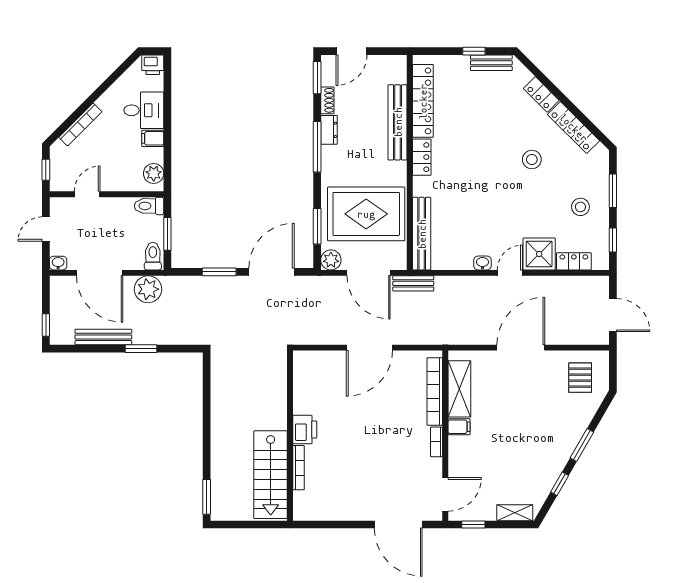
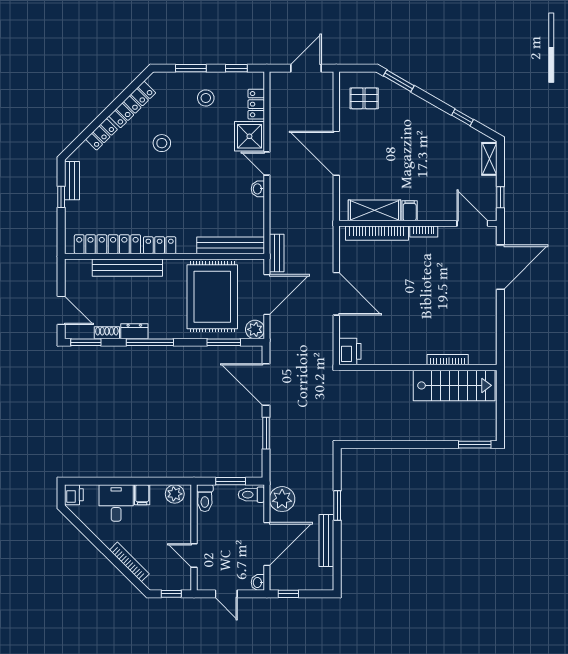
window: (46, 325) -> (288, 594), moved
printer: (305, 430) -> (350, 351), moved, turned 90
window: (582, 445) -> (399, 81), moved

